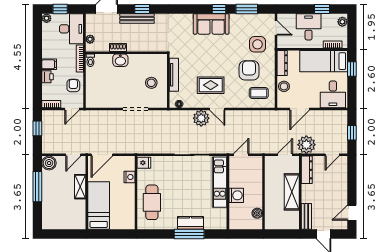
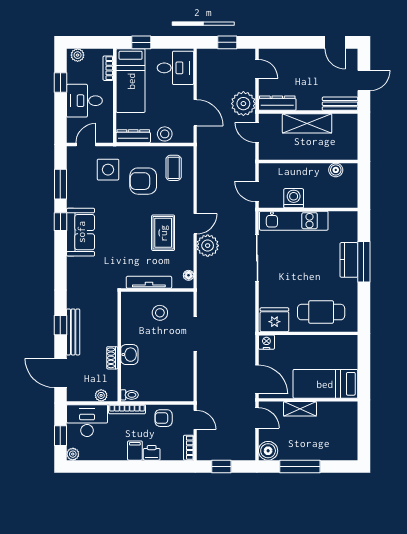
fridge: (144, 163) -> (274, 320), width x1.88, depth x1.34
nightstand: (130, 177) -> (266, 342), moved
washing machine: (236, 195) -> (294, 198), moved

